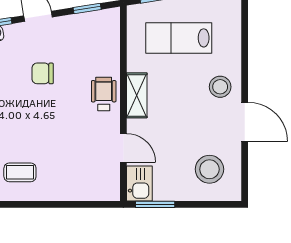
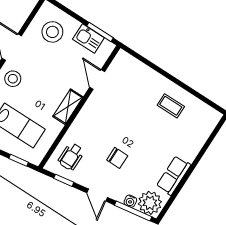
wheelchair: (104, 94) -> (71, 157), moved
kitchen sink: (139, 184) -> (88, 38), moved, turned -90

